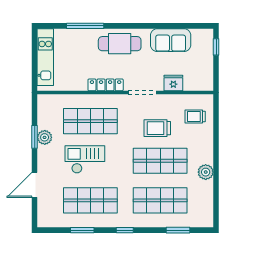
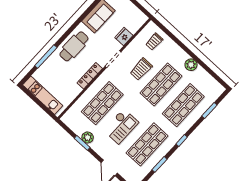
checkout: (85, 159) -> (121, 126), turned 180

